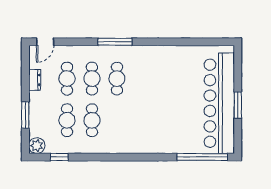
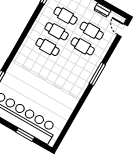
cafe table: (117, 79) -> (48, 47), moved
window: (238, 105) -> (25, 135), moved

